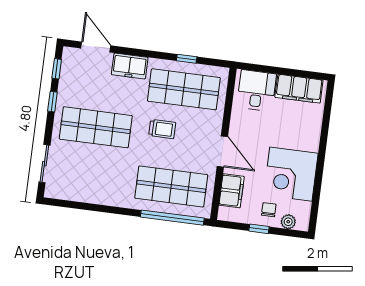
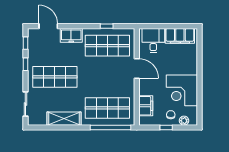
trolley: (162, 129) -> (97, 73), removed
door: (222, 151) -> (137, 68), moved
shelving: (102, 194) -> (64, 119), added

